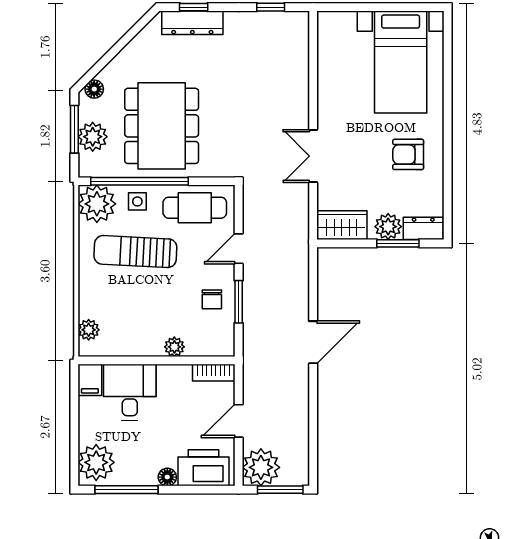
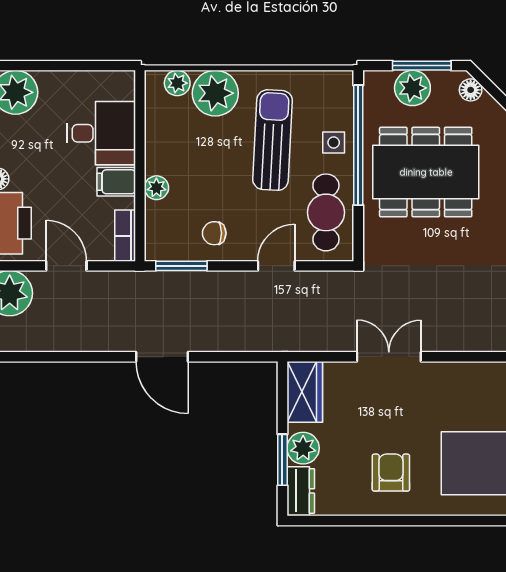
plant: (97, 204) -> (215, 93), moved
door: (239, 249) -> (276, 266), hinge flipped
window: (239, 302) -> (181, 266), moved
filing cabinet: (90, 380) -> (116, 182), moved

